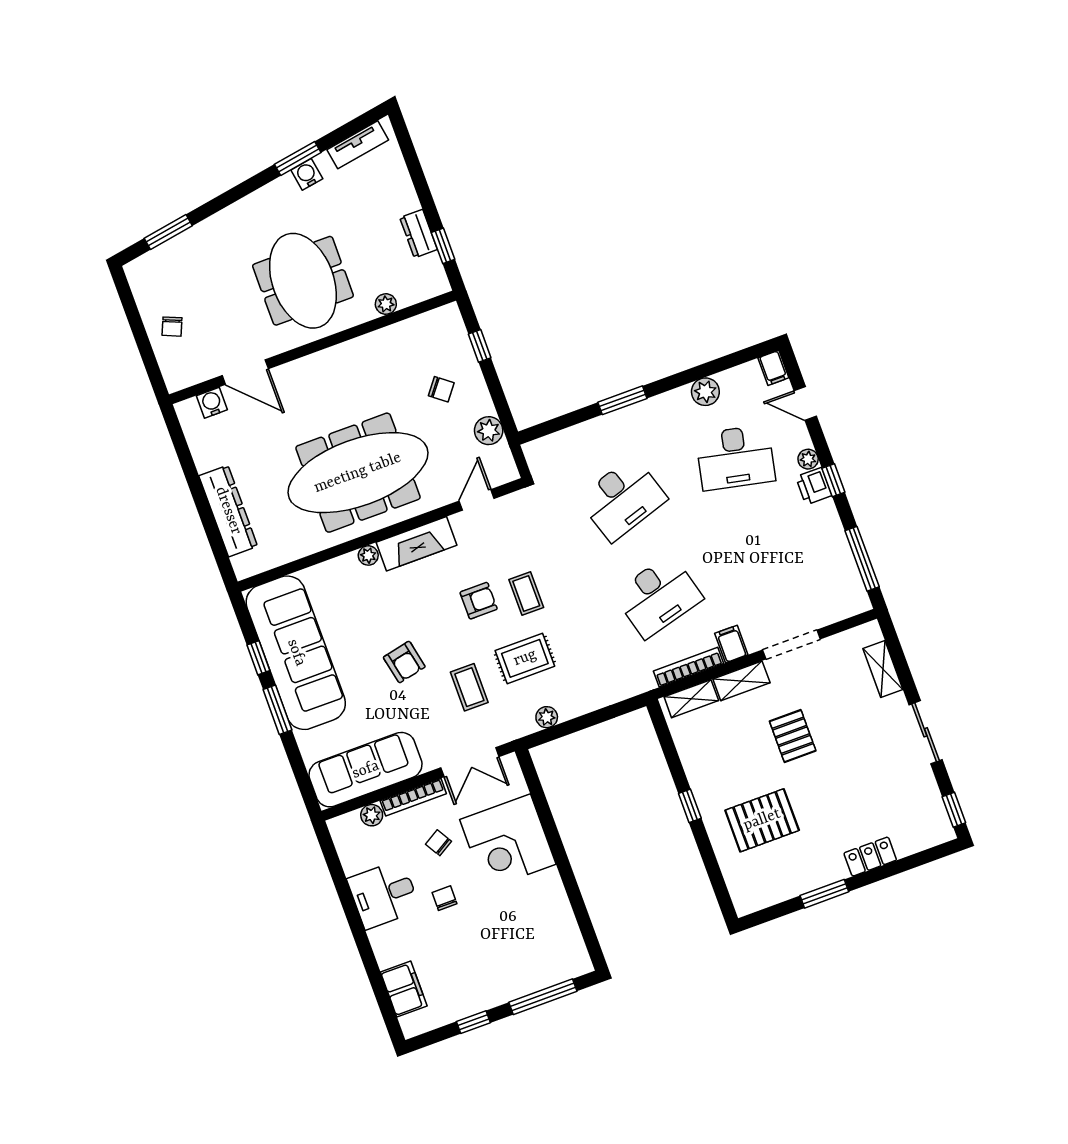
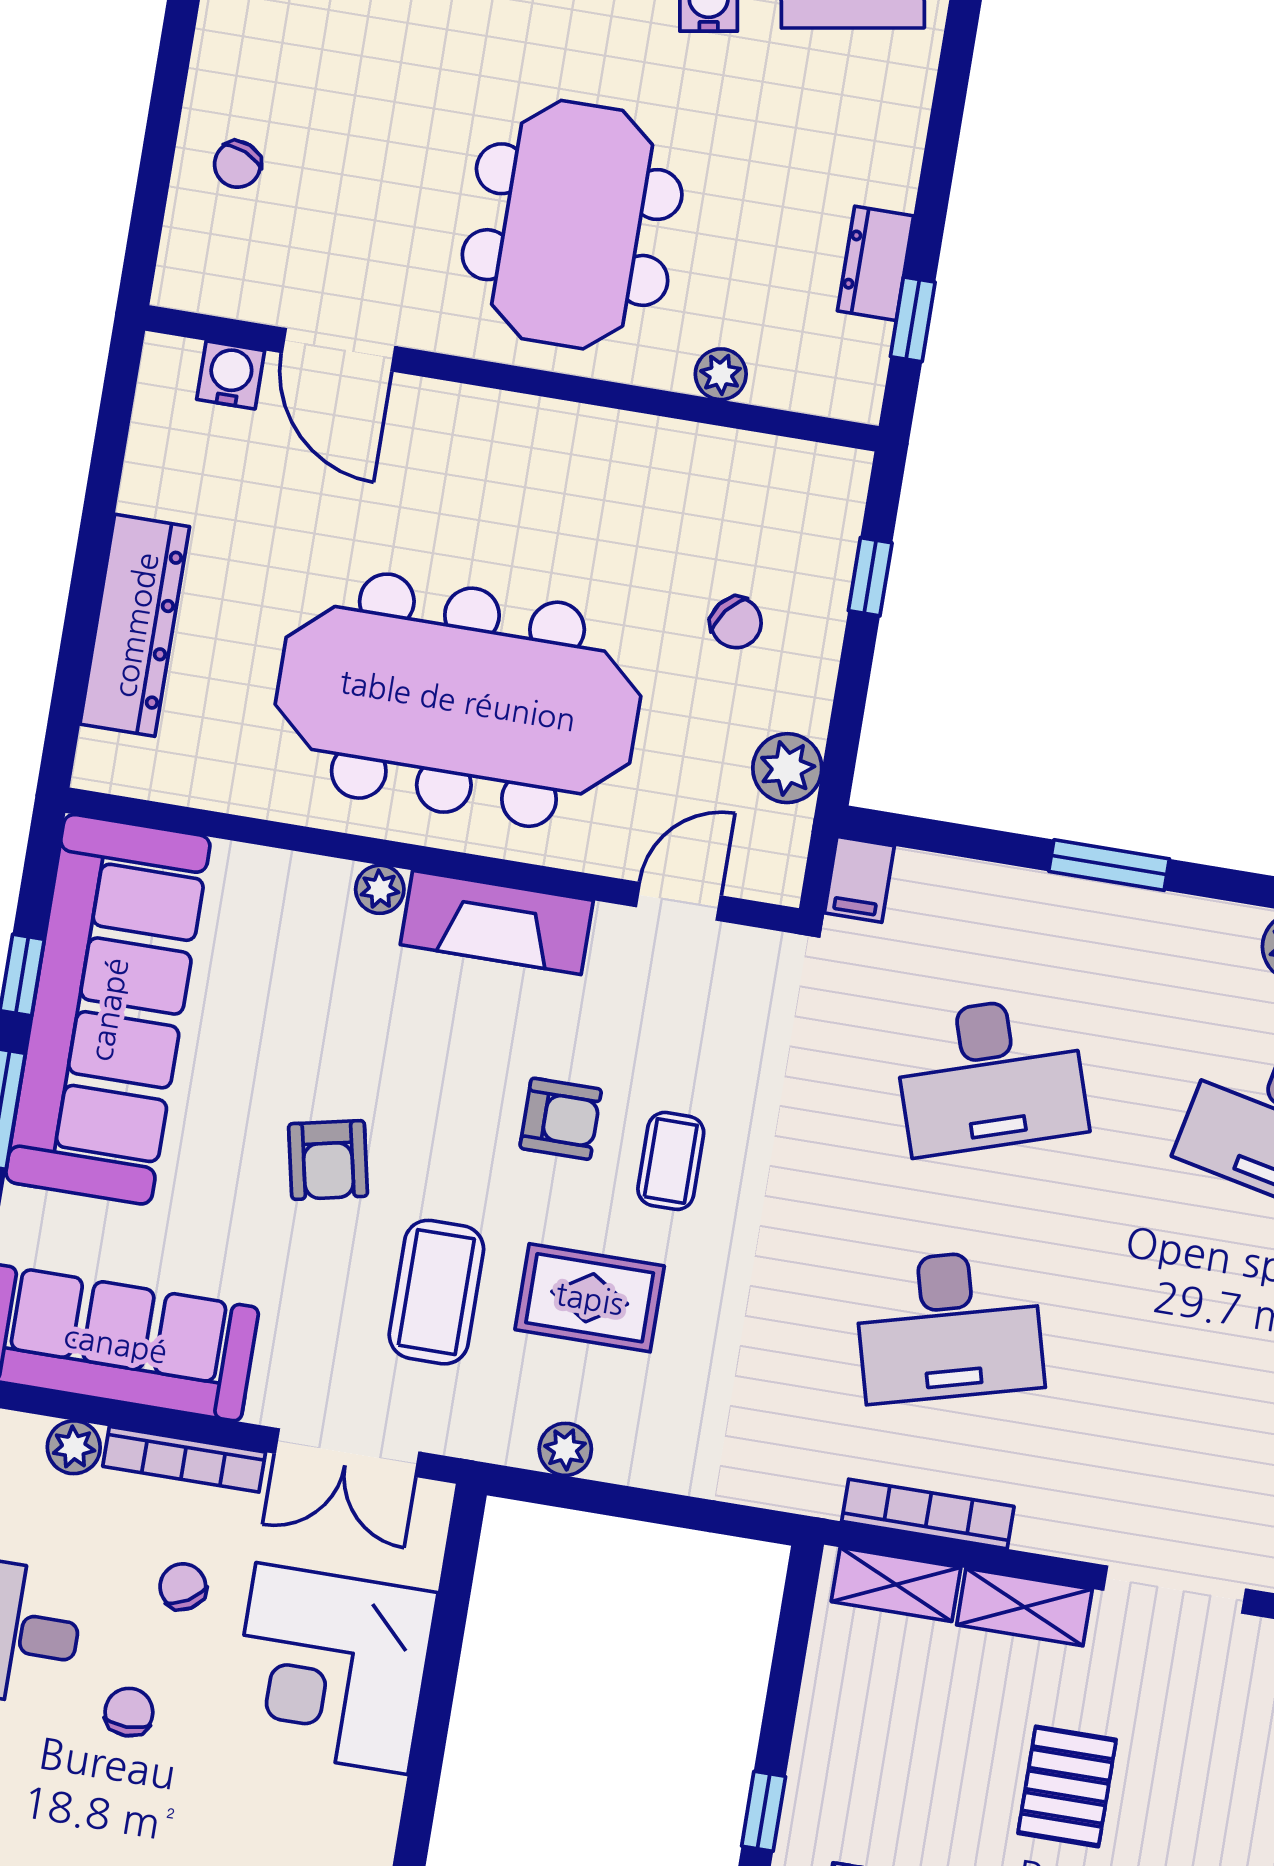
filing cabinet: (731, 644) -> (859, 879), moved, turned 180
coffee table: (469, 687) -> (436, 1292), width x1.36, depth x1.30

